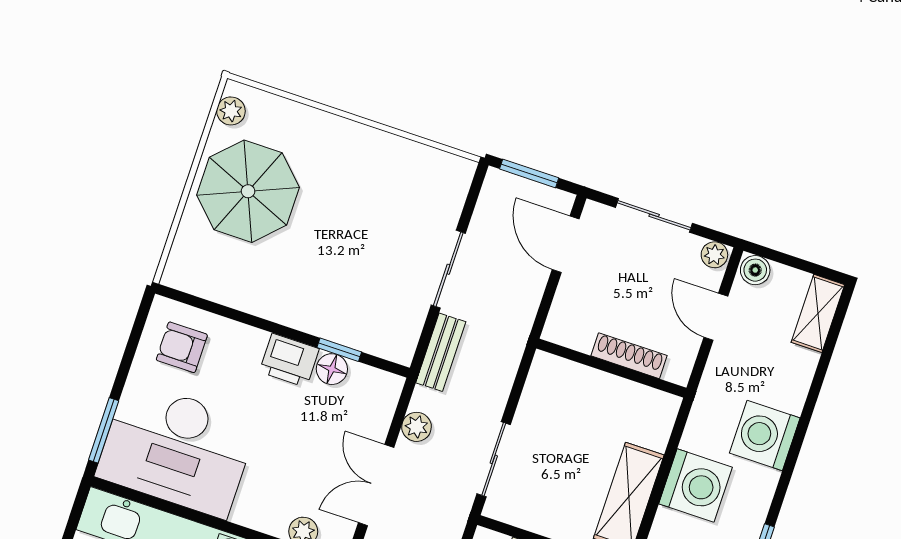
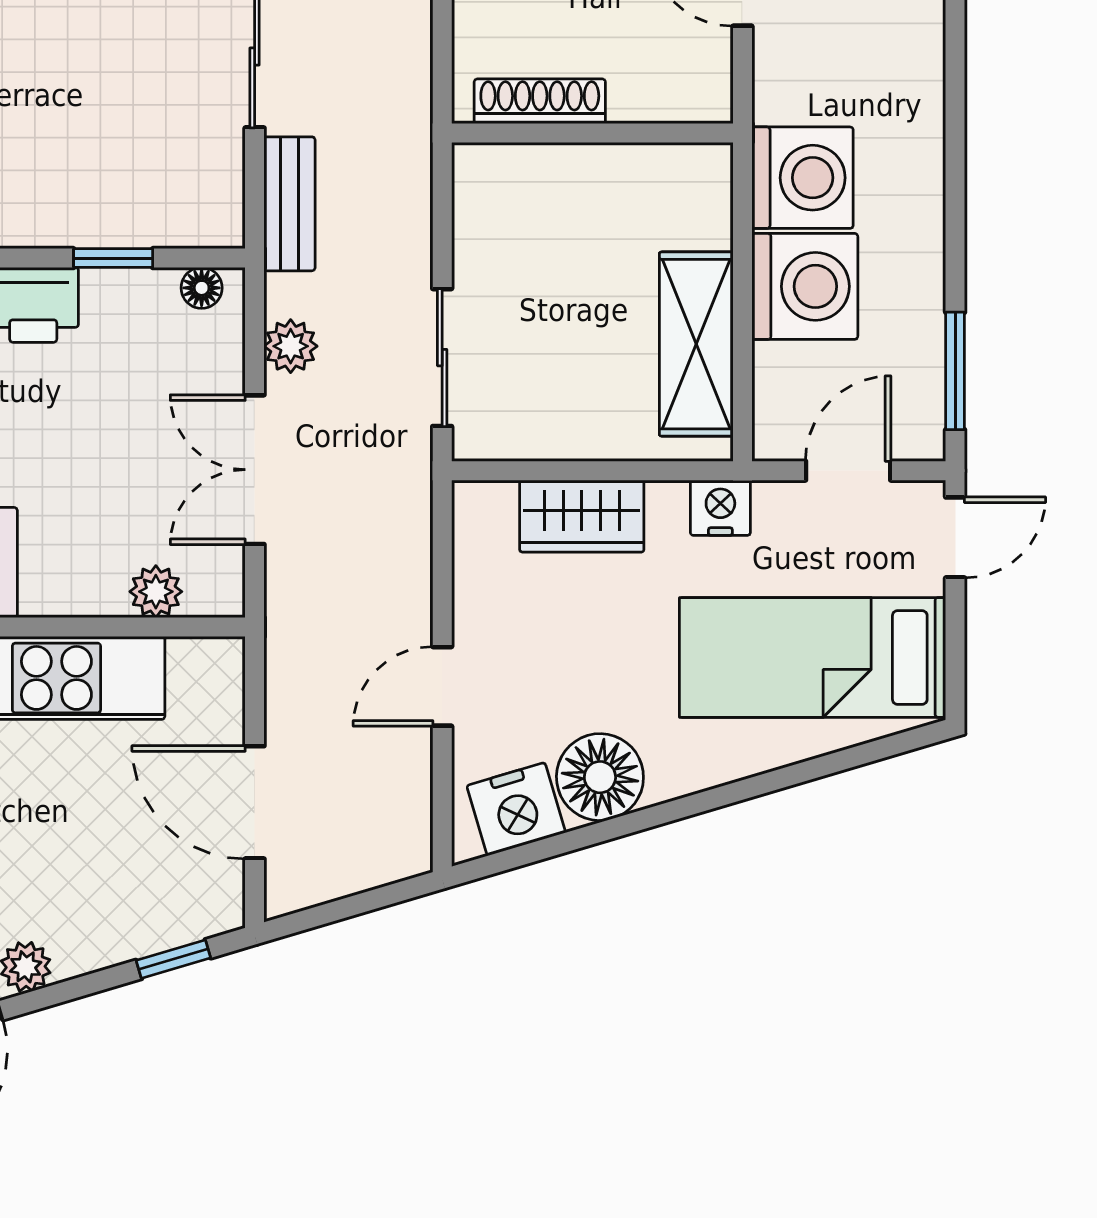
shoe rack: (629, 356) -> (540, 101), moved
floor lamp: (332, 369) -> (202, 288), moved, width x0.73, depth x0.73
washing machine: (765, 435) -> (803, 178), moved, turned 180

